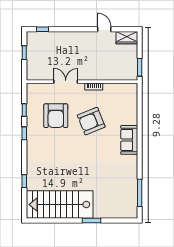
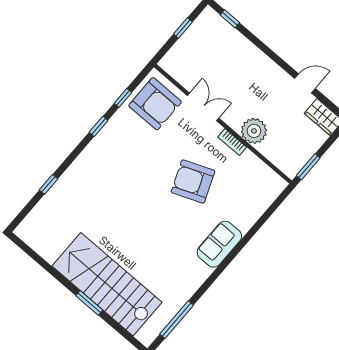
door: (104, 29) -> (305, 83), hinge flipped
plant: (99, 72) -> (254, 131), added
armchair: (56, 116) -> (155, 104), moved, turned -90
stairs: (60, 205) -> (107, 284), moved

